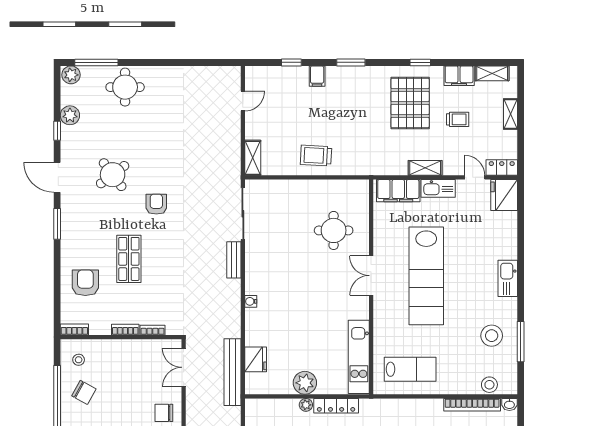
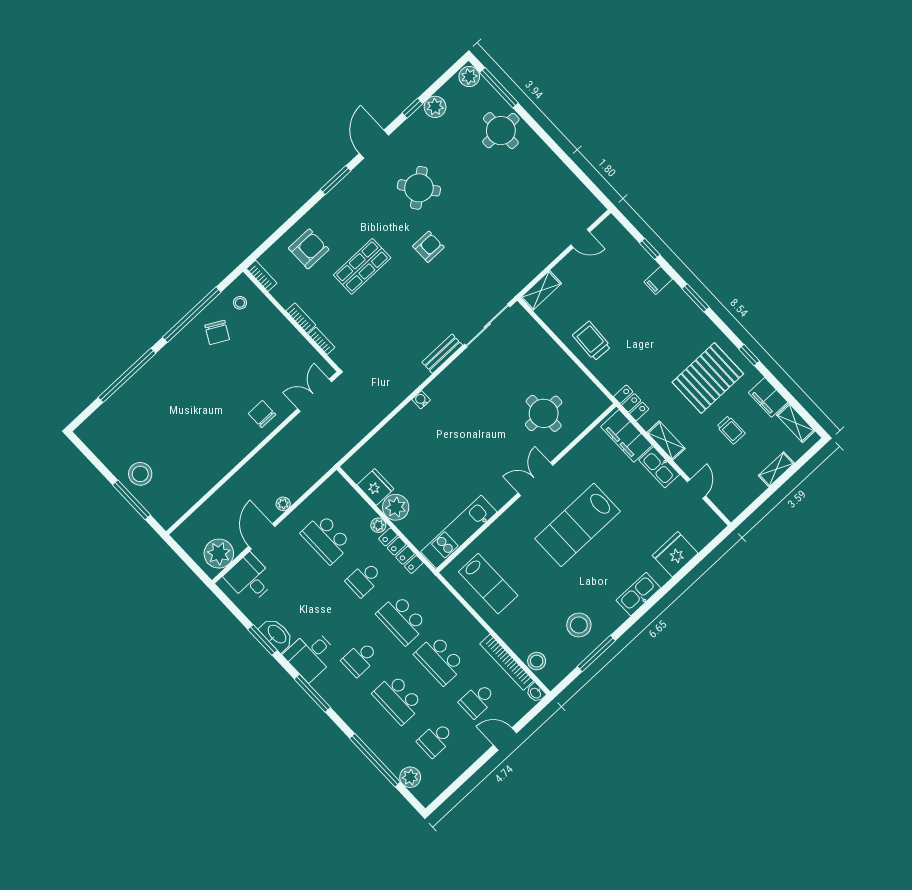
locker: (502, 168) -> (631, 403), moved
fridge: (504, 195) -> (675, 554), moved
lab bench: (426, 276) -> (578, 525), width x0.73
fridge: (256, 359) -> (375, 487), moved, turned -90
bench: (232, 372) -> (349, 439), removed

